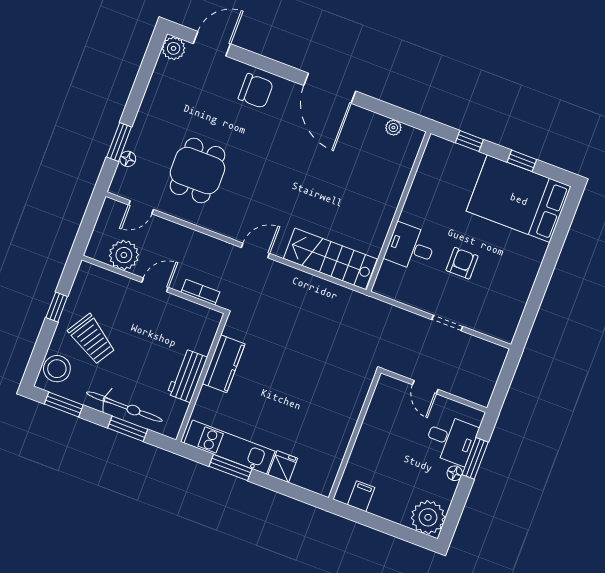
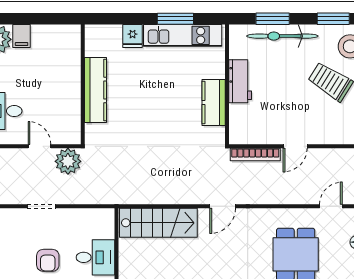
plant: (124, 255) -> (68, 161), moved
bookcase: (200, 292) -> (255, 155), width x1.56
kitchen counter: (343, 424) -> (96, 90), added
filing cabinet: (361, 496) -> (22, 36), moved

